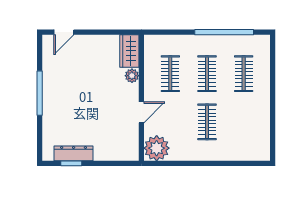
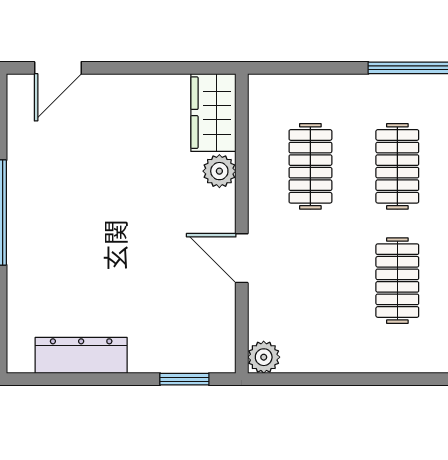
door: (141, 112) -> (242, 258), swing flipped
plant: (157, 148) -> (264, 357), width x0.53, depth x0.53
window: (71, 163) -> (184, 379), moved

